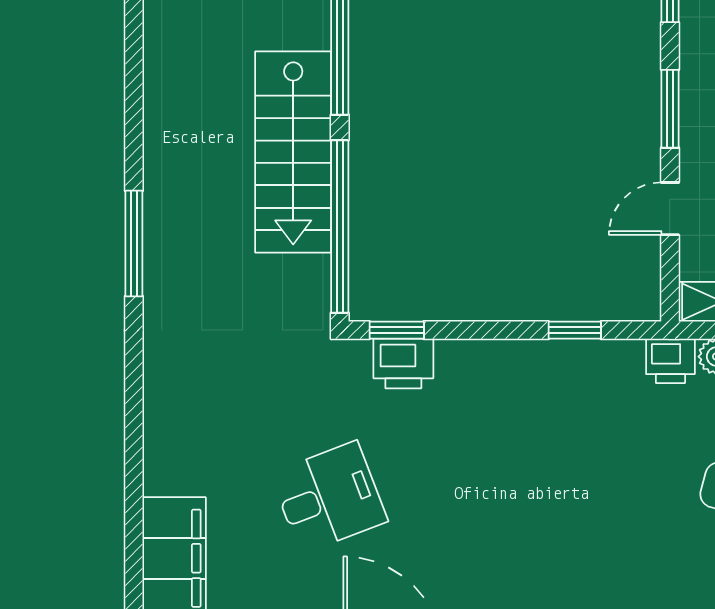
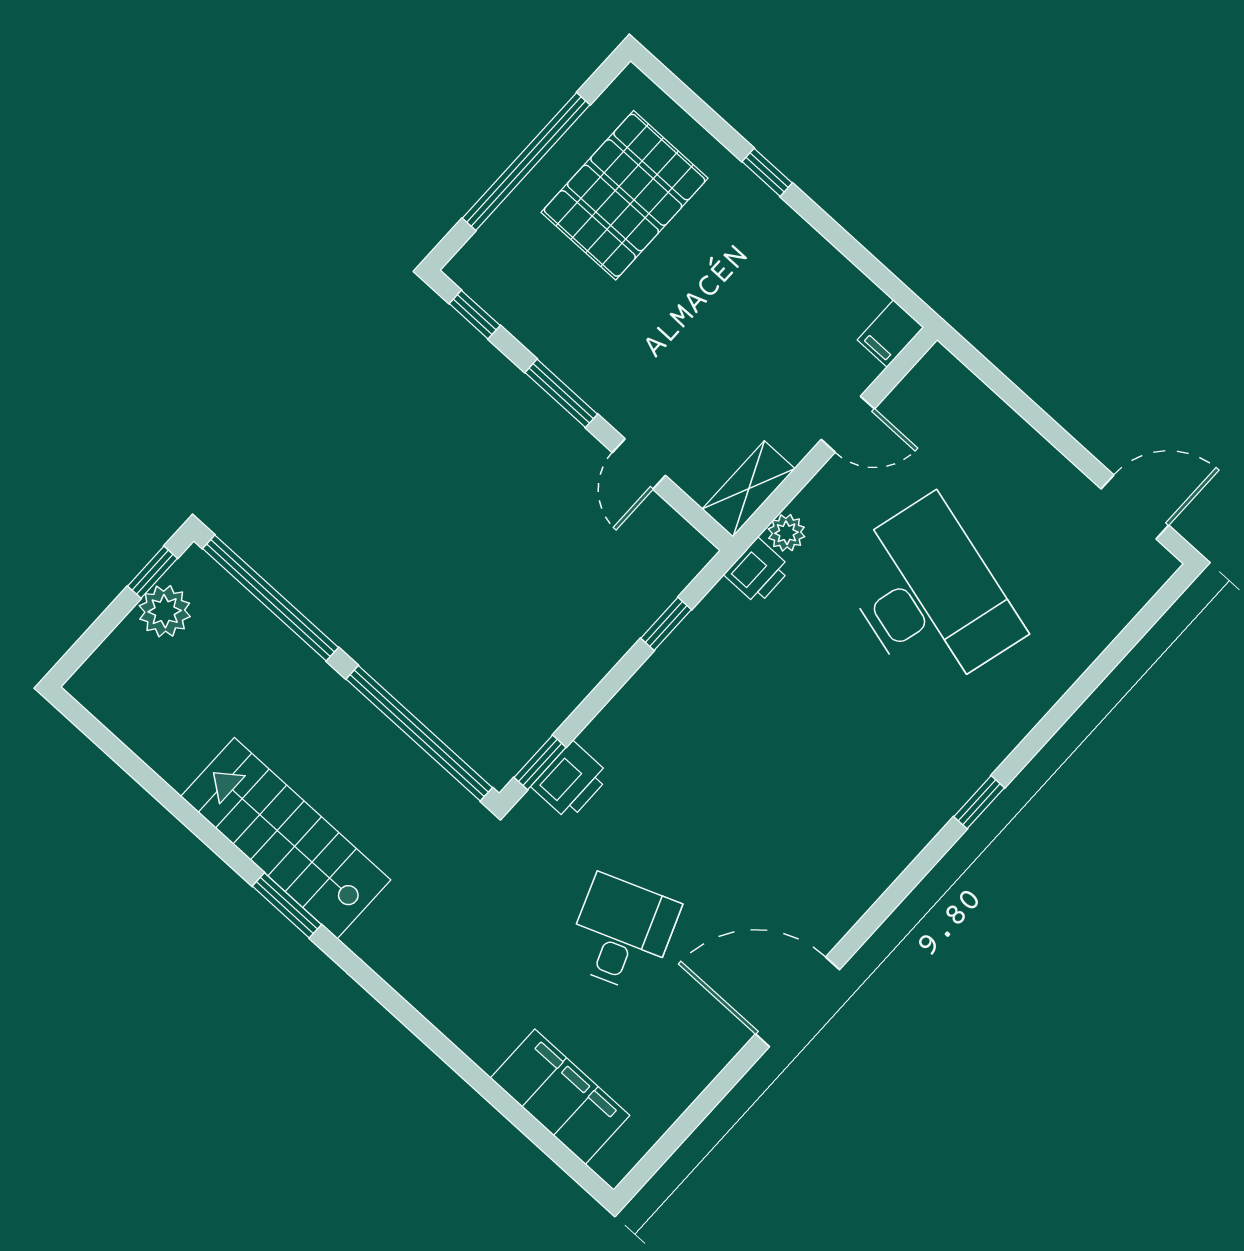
stairs: (293, 152) -> (286, 838), moved, turned 180
window: (134, 243) -> (287, 905), width x0.69

